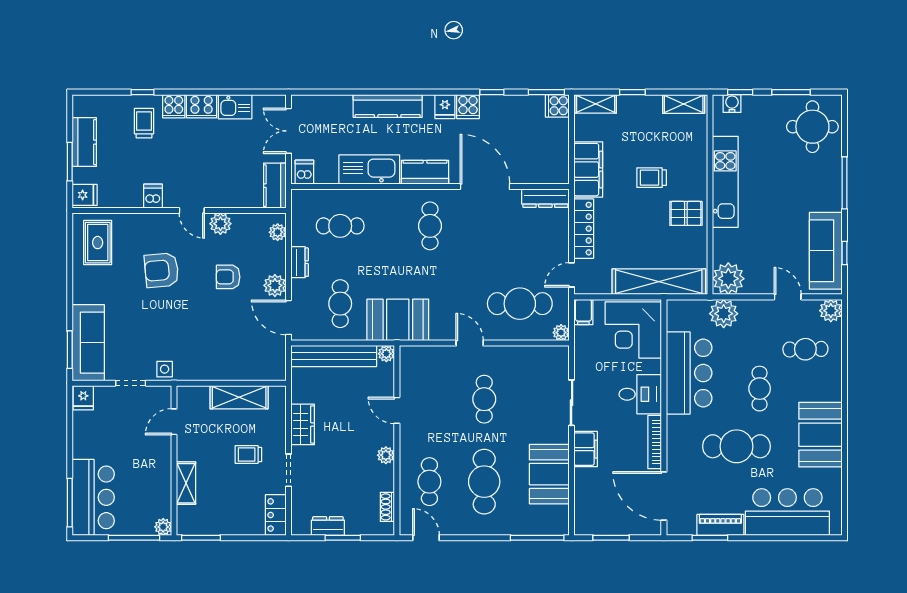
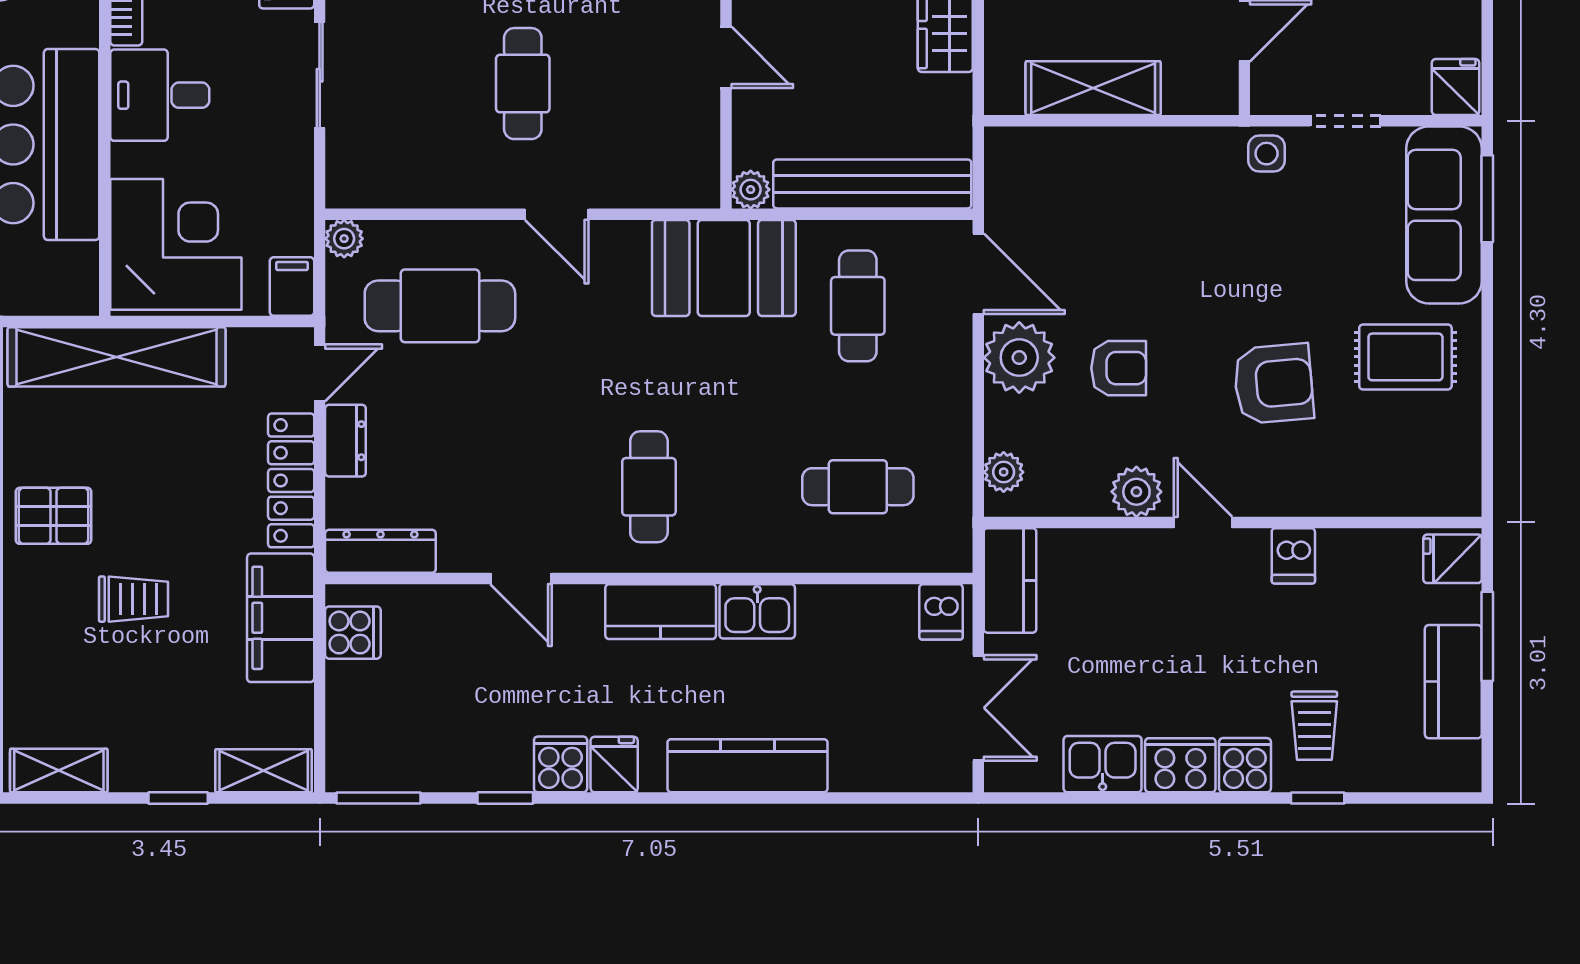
cooker: (557, 106) -> (353, 633), moved
kitchen sink: (369, 169) -> (757, 611), width x0.53, depth x0.81
door: (485, 186) -> (521, 578), width x0.53
rug: (98, 243) -> (1405, 357), moved, turned 90
dresser: (300, 262) -> (345, 441), moved, turned 180
plant: (275, 285) -> (1019, 358), width x1.36, depth x1.36

